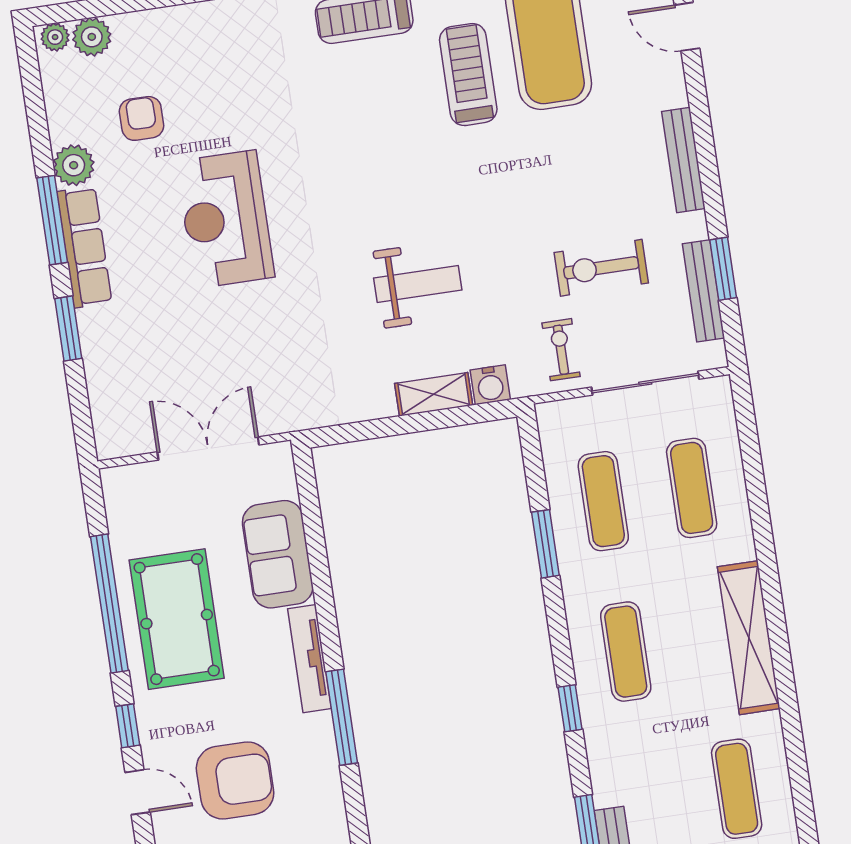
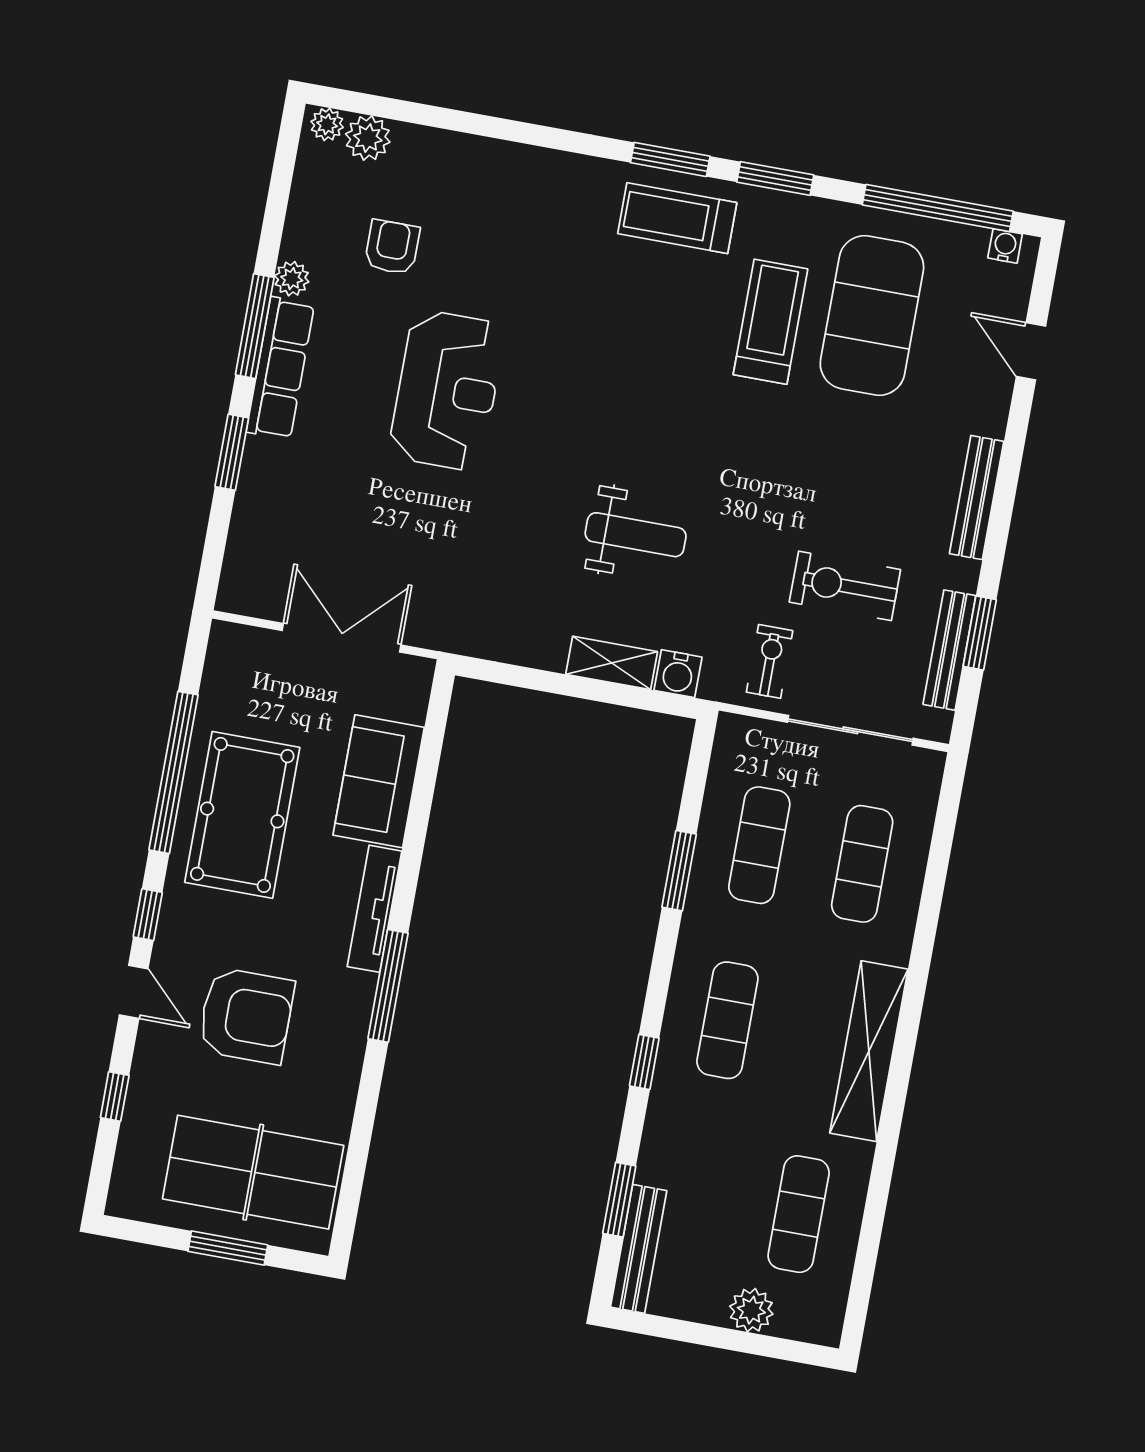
plant: (74, 165) -> (292, 279), width x0.73, depth x0.73
reception desk: (225, 219) -> (447, 390), turned 180

